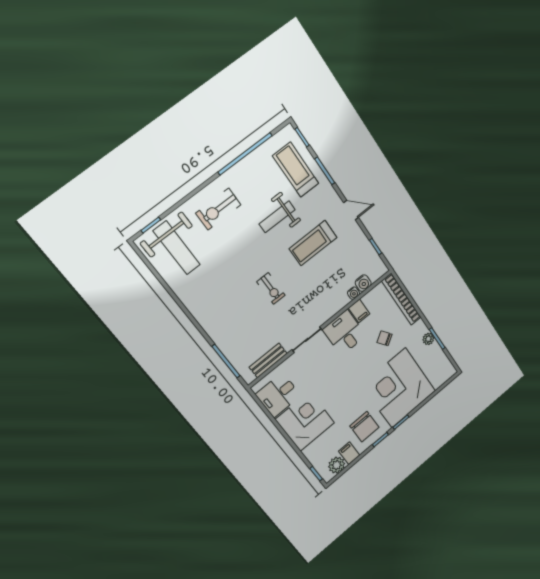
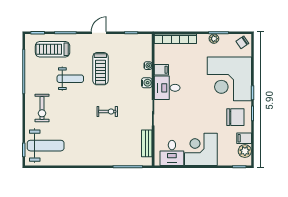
weight bench: (277, 217) -> (70, 79), turned -90
water cooler: (363, 283) -> (147, 83), moved
chair: (384, 338) -> (242, 42), moved

